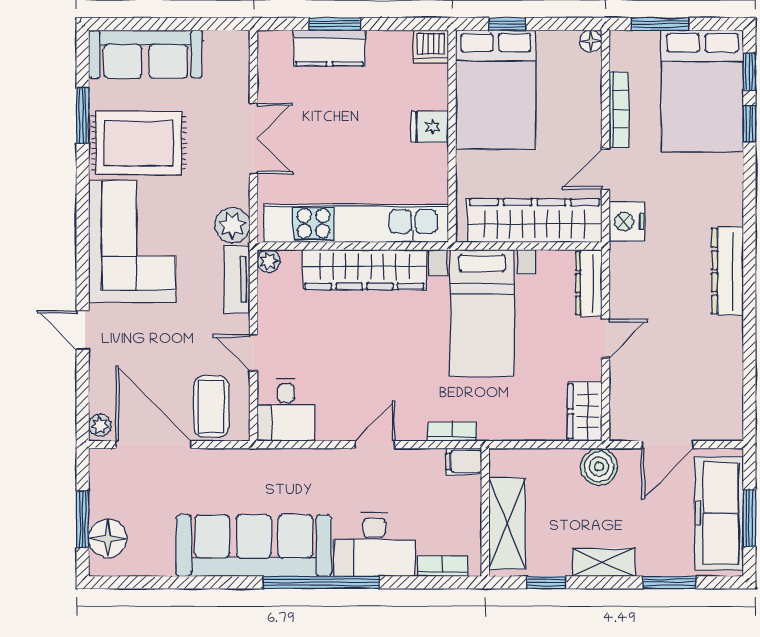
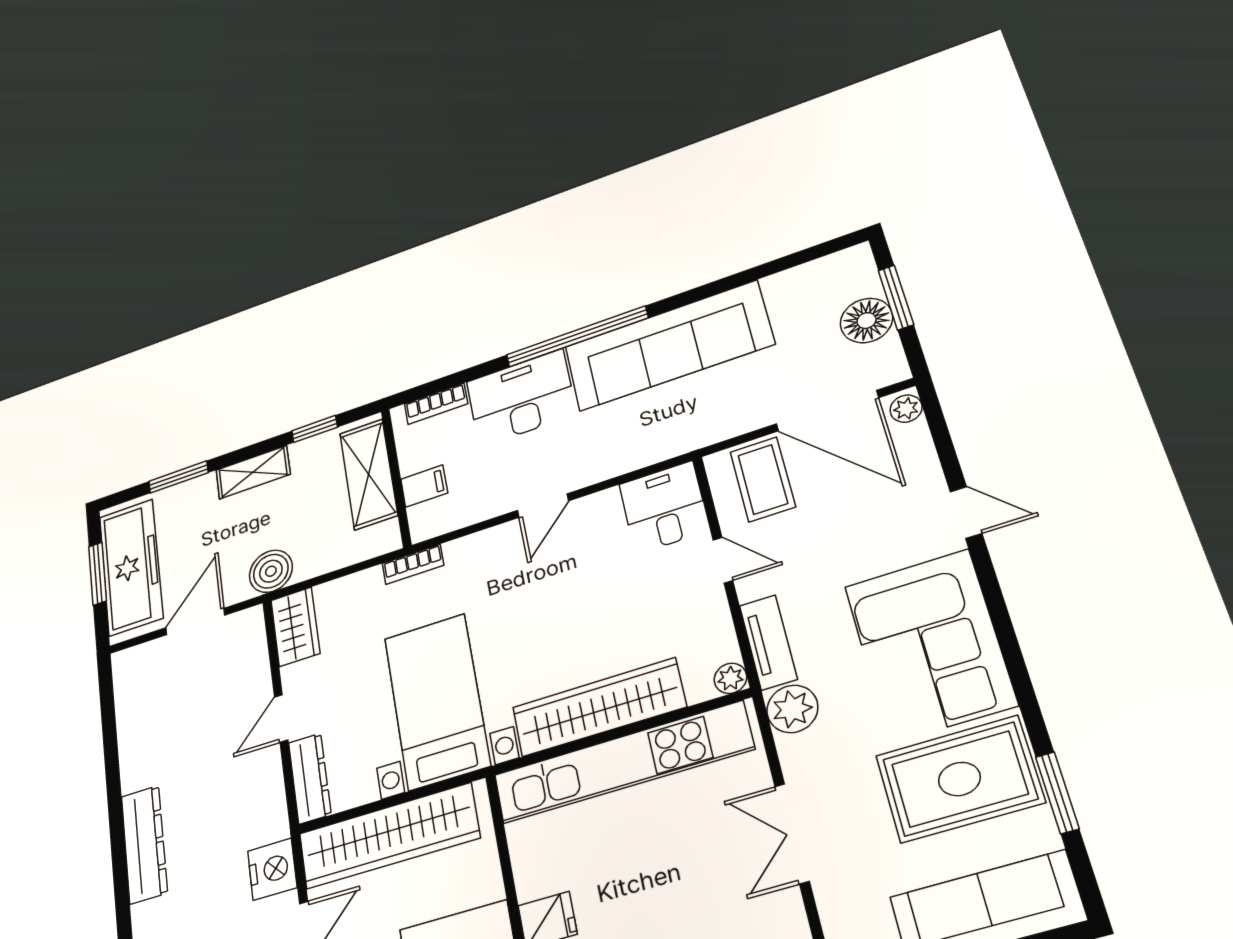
bookcase: (452, 431) -> (413, 564), moved
filing cabinet: (464, 462) -> (424, 486), moved
floor lamp: (108, 538) -> (866, 321), moved

